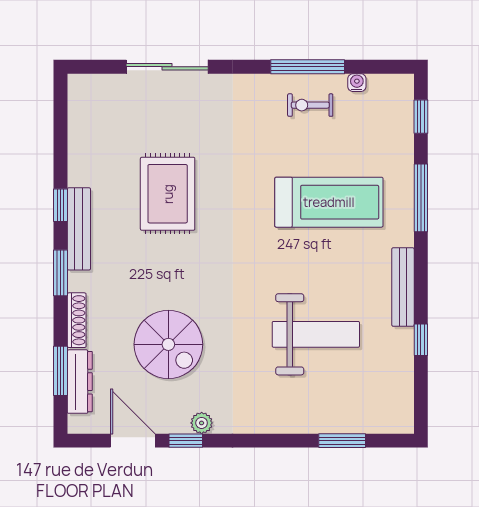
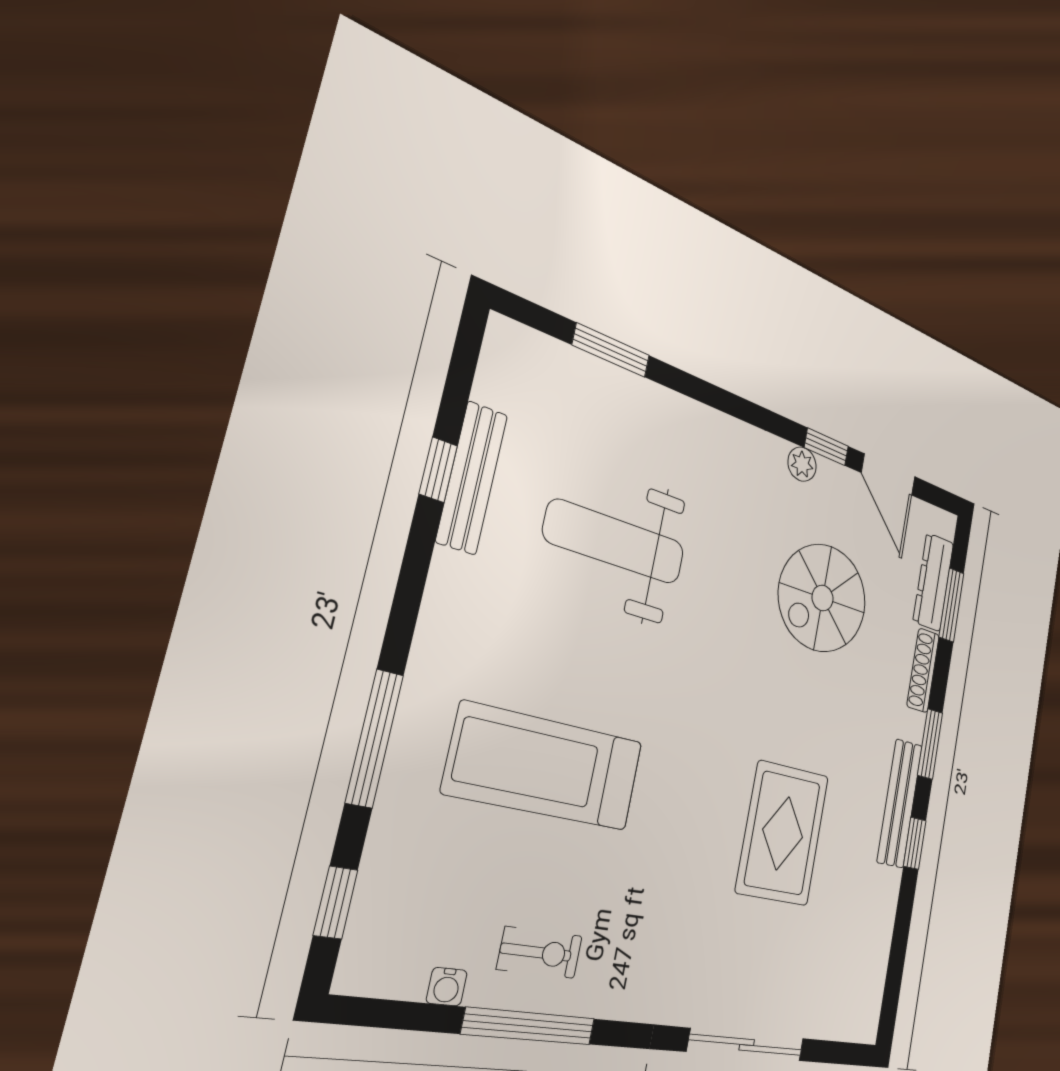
bench: (403, 287) -> (472, 478), moved
spiral stairs: (168, 344) -> (823, 598), turned -90

